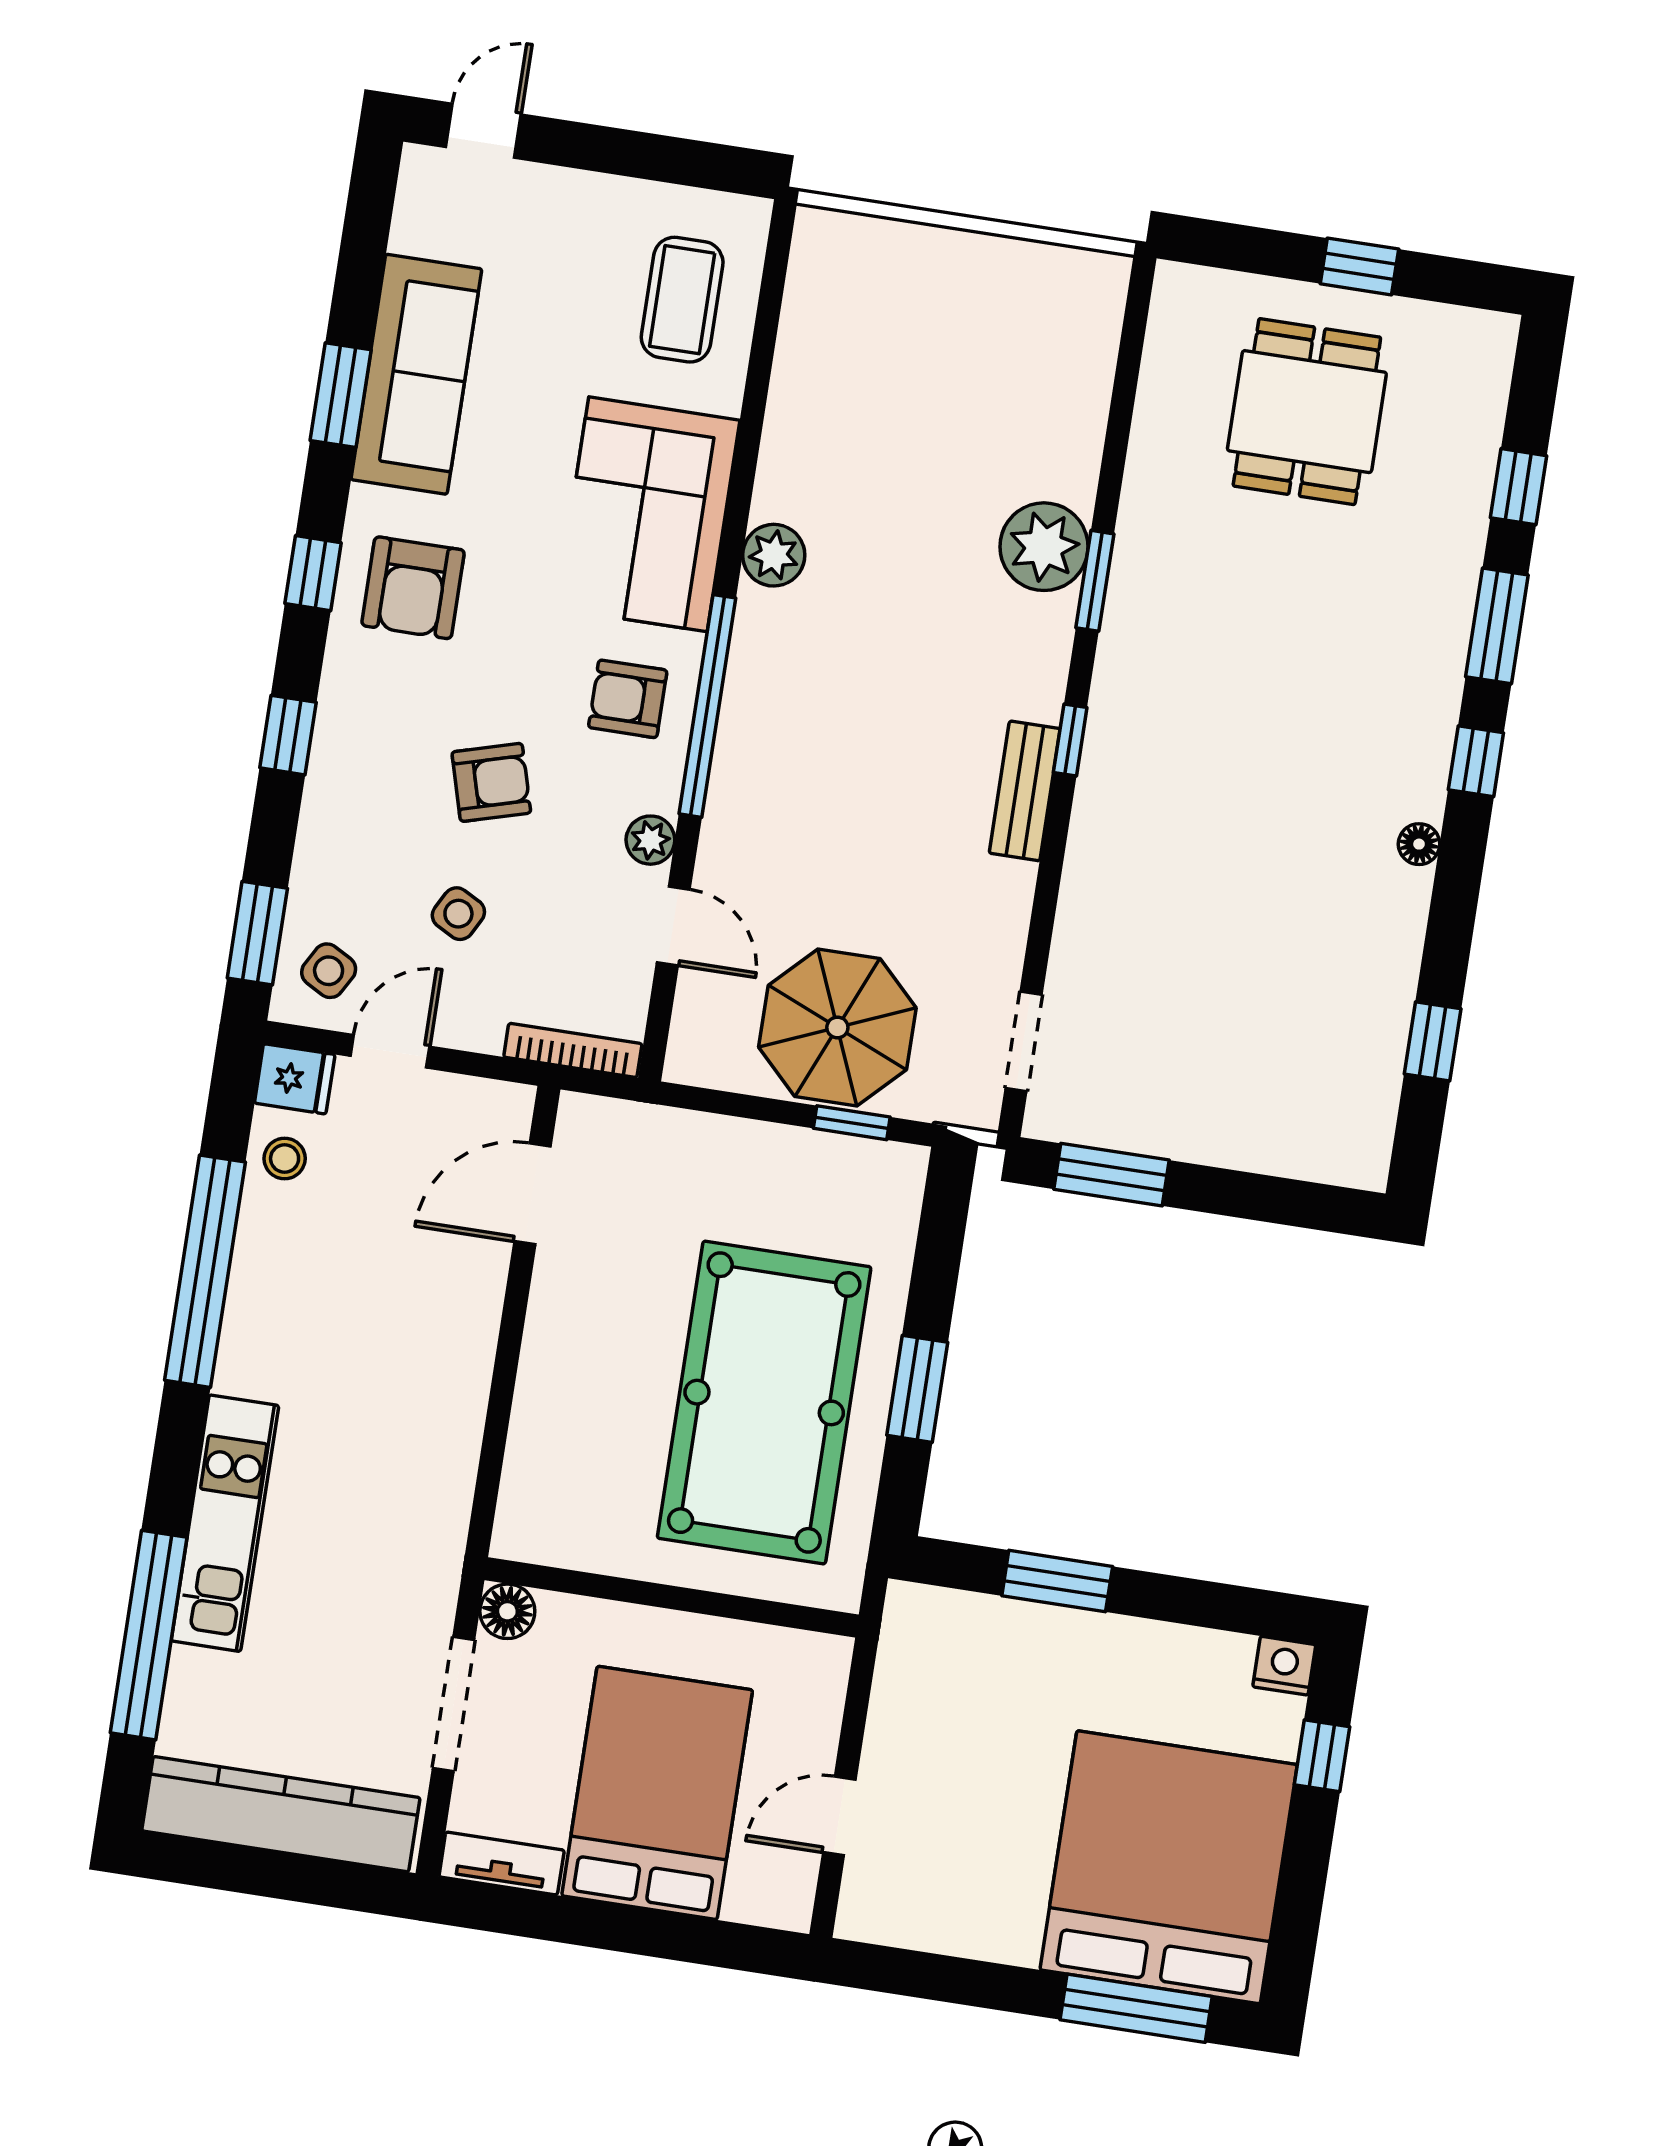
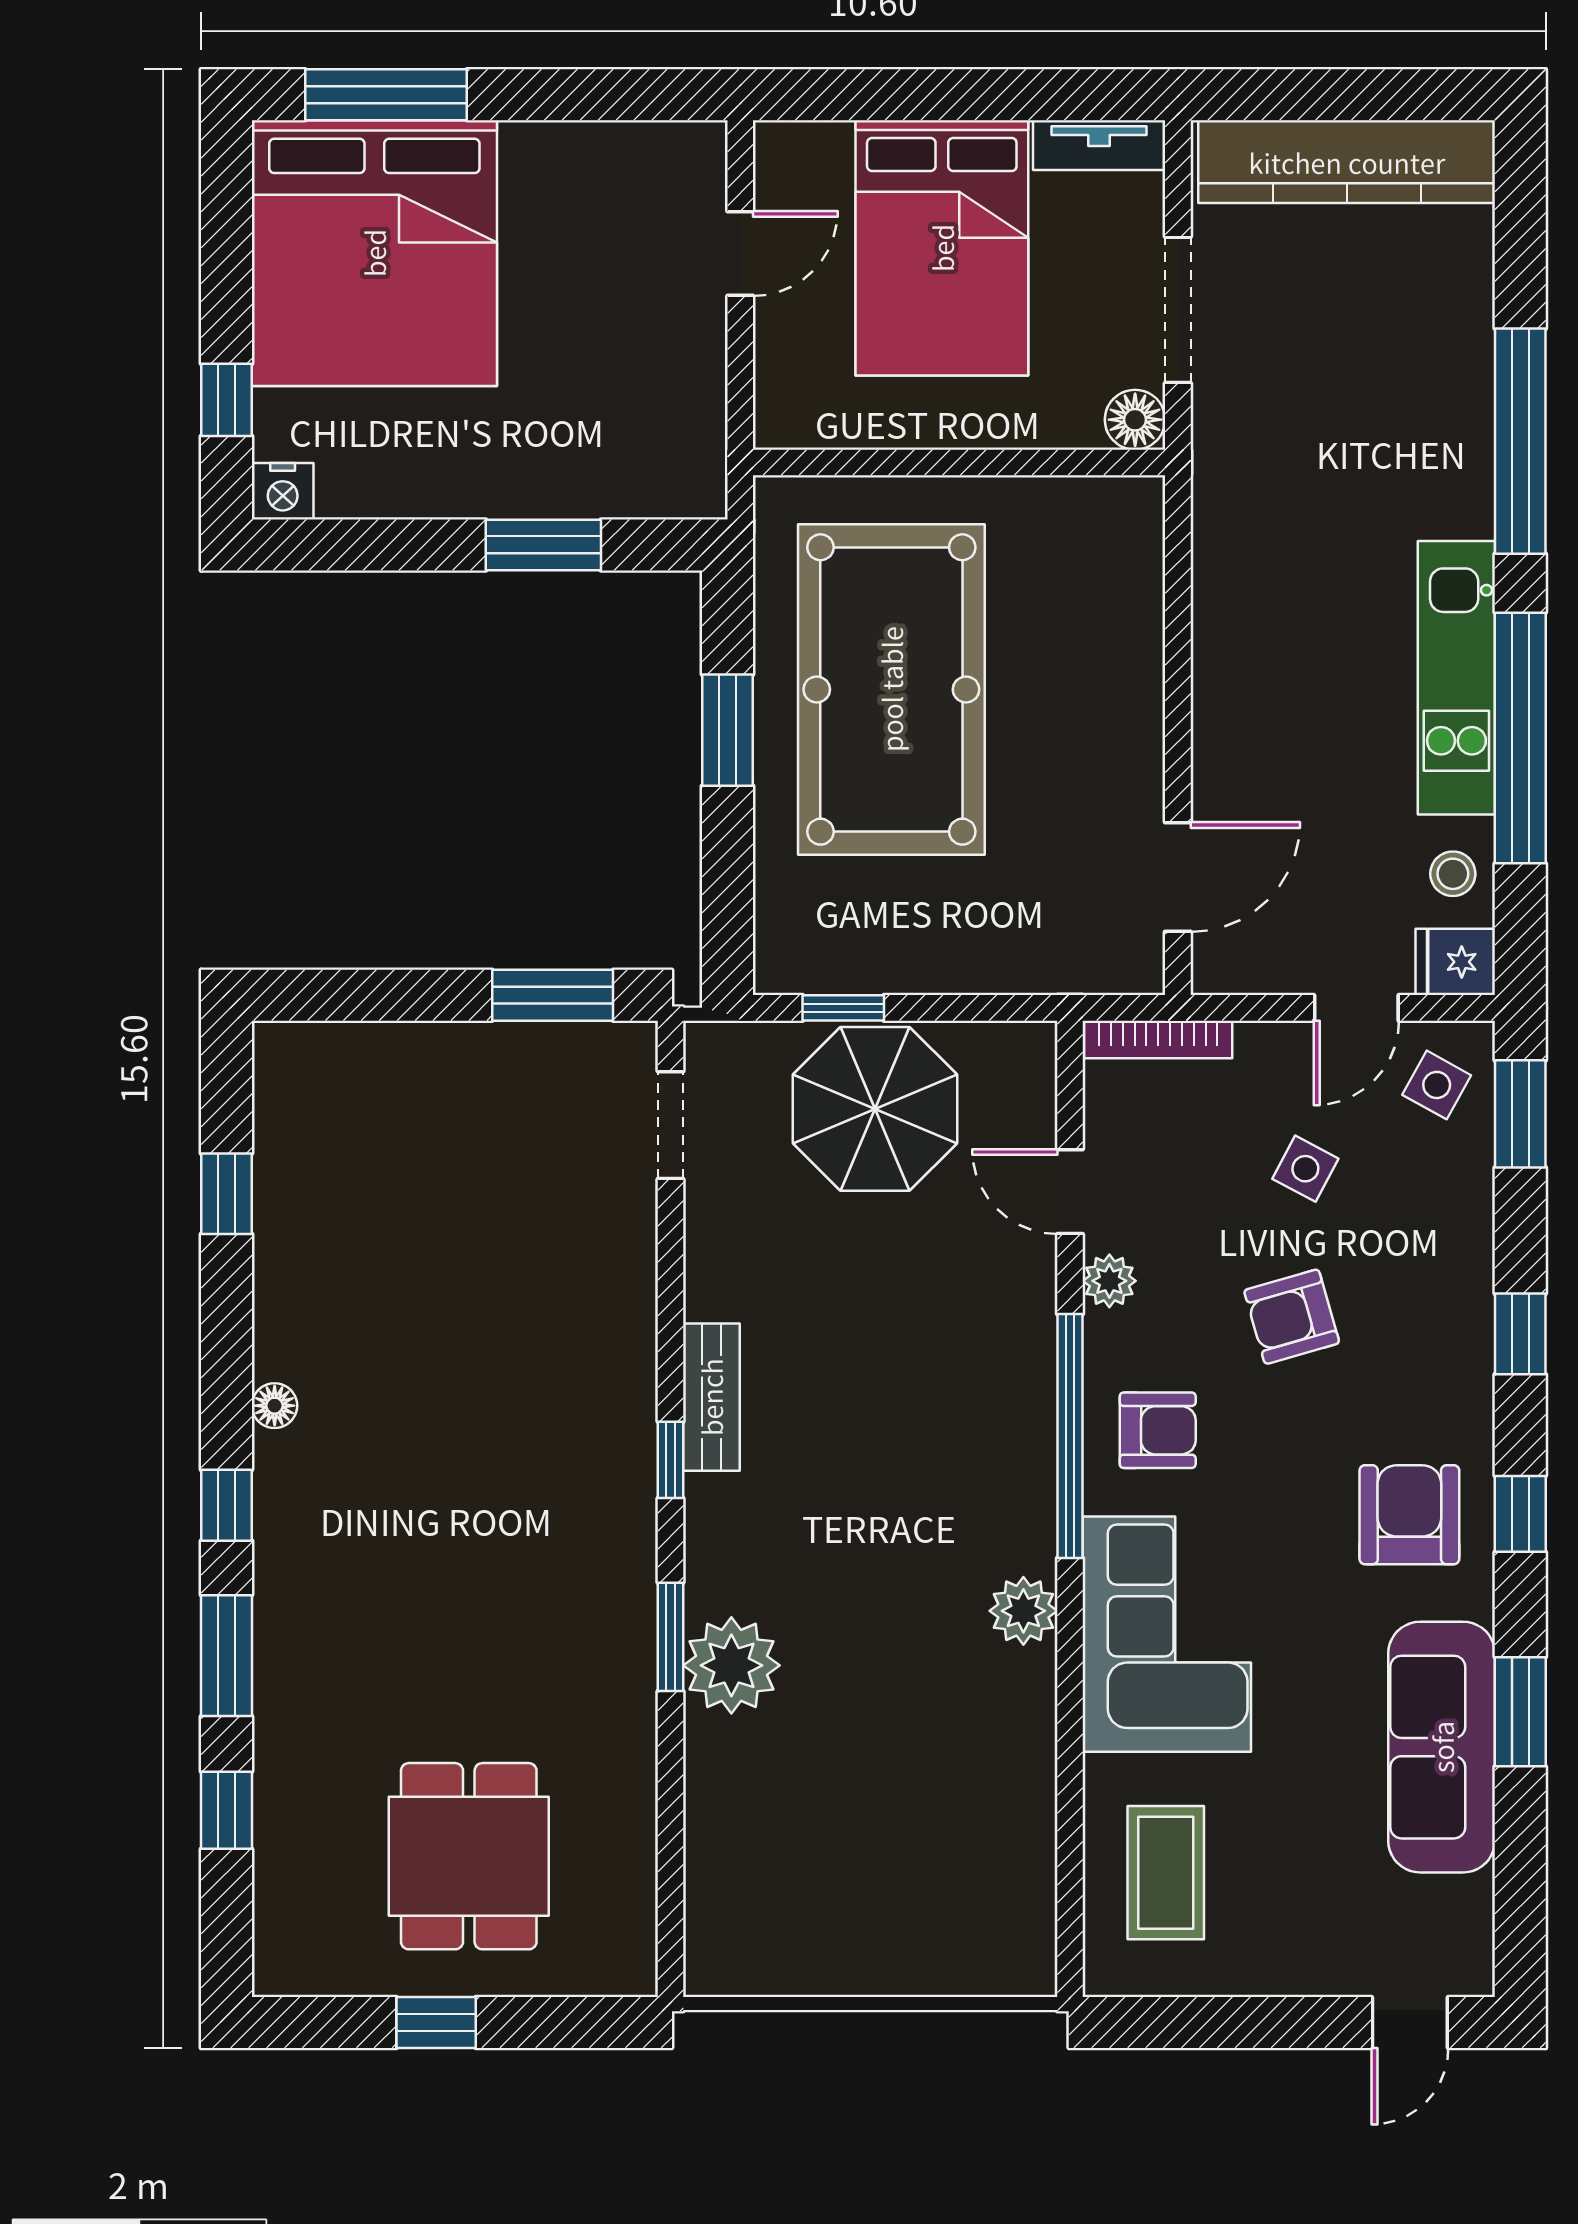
kitchen unit: (225, 1523) -> (1456, 678), moved
window: (149, 1635) -> (1520, 441), moved

